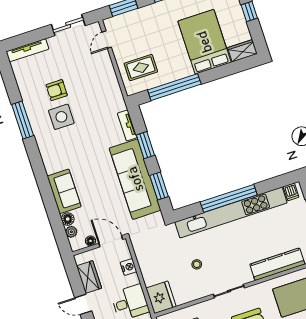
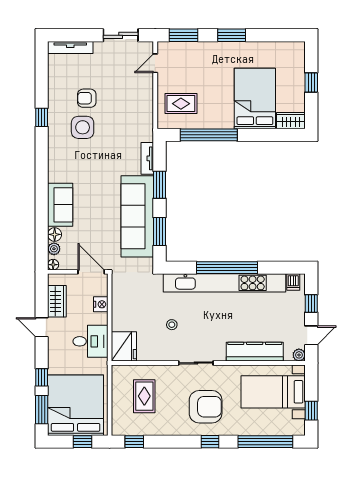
window: (23, 120) -> (42, 117), width x0.46
floor lamp: (90, 241) -> (53, 265), moved

